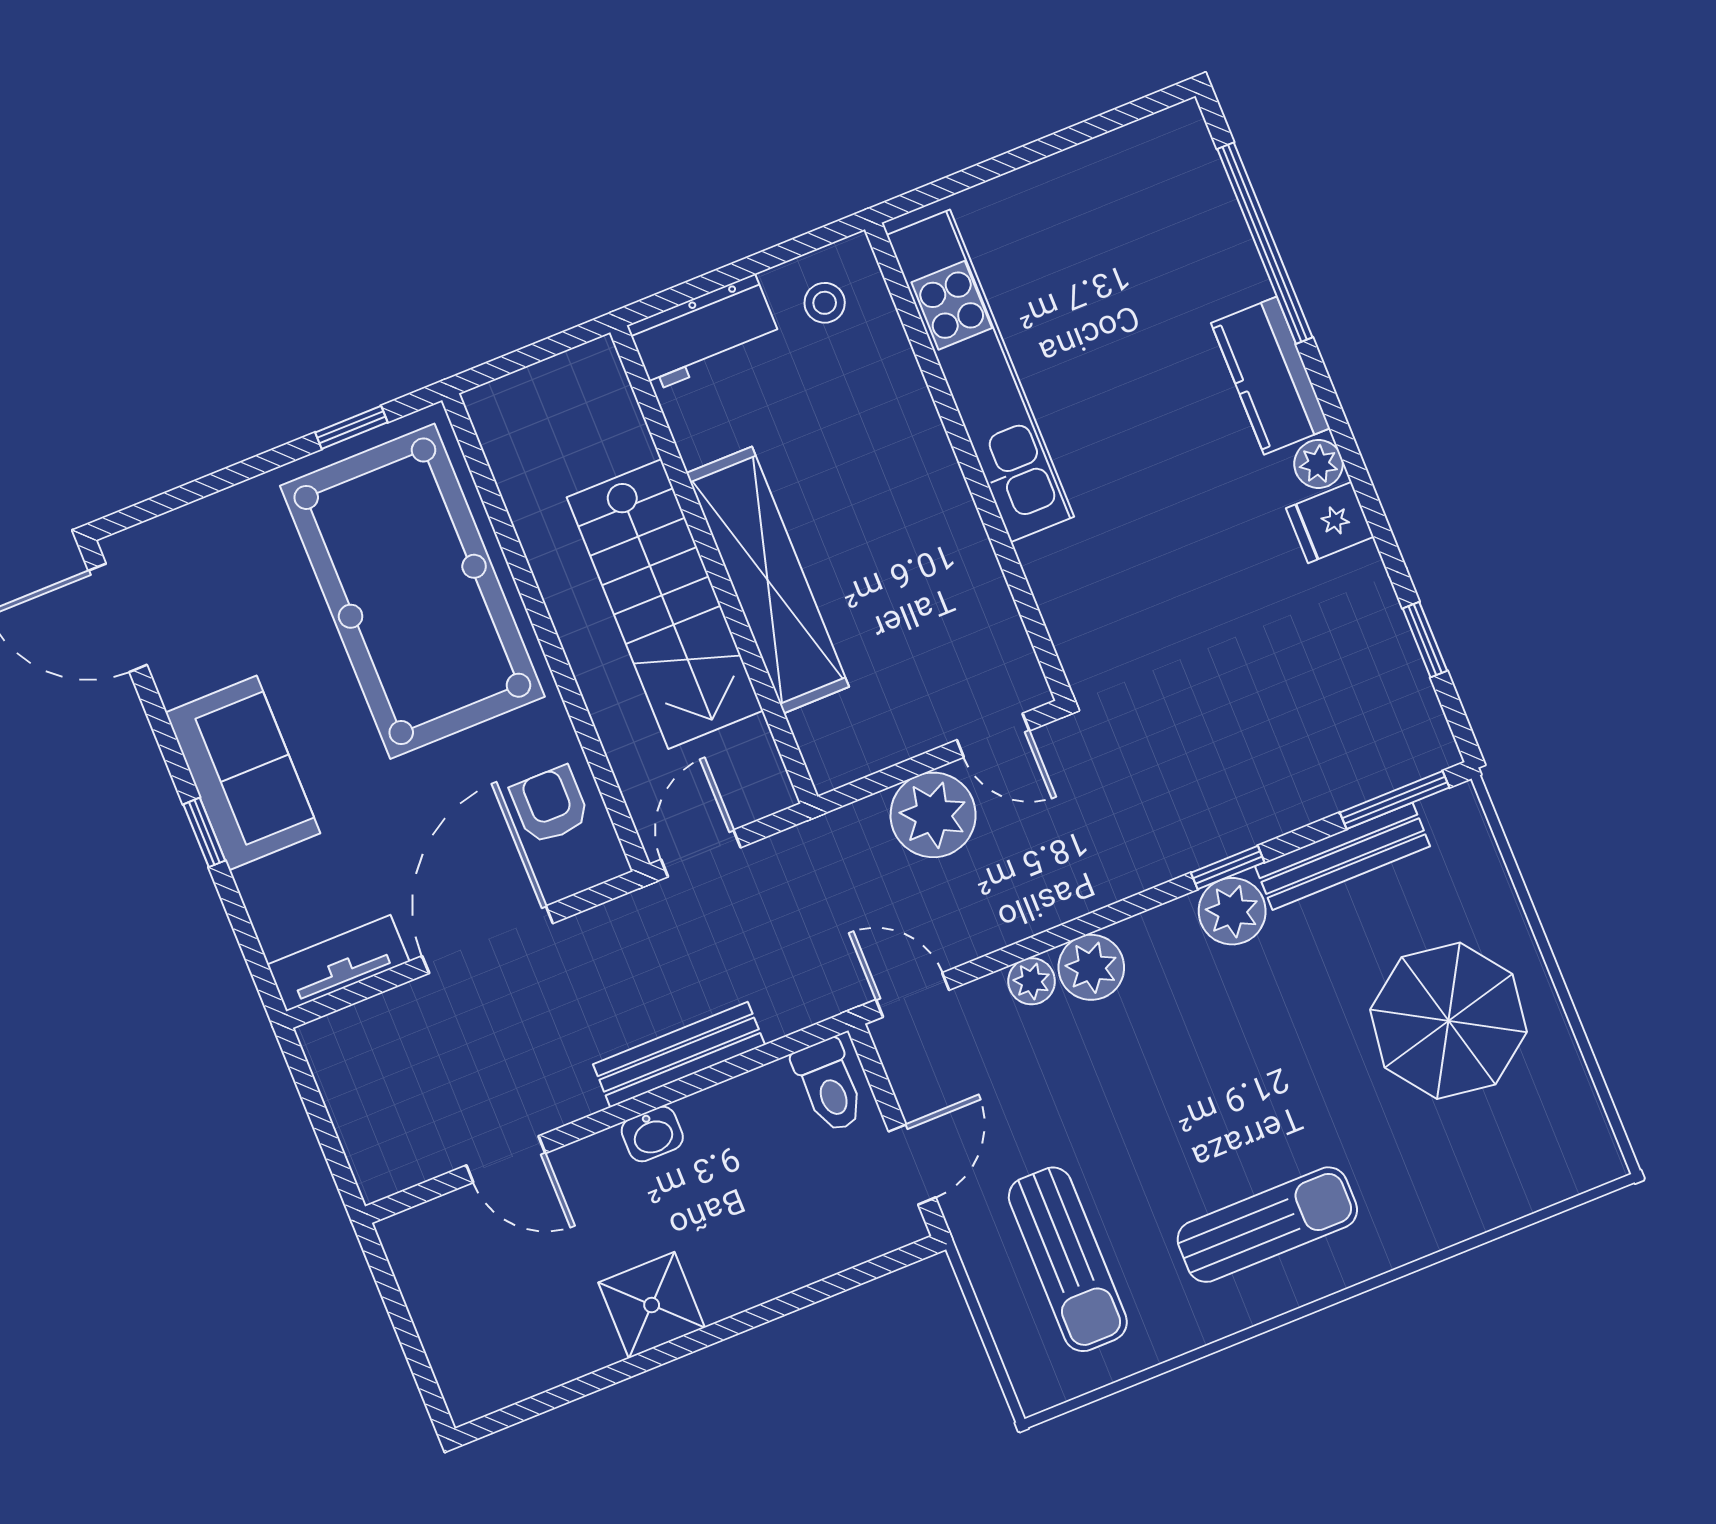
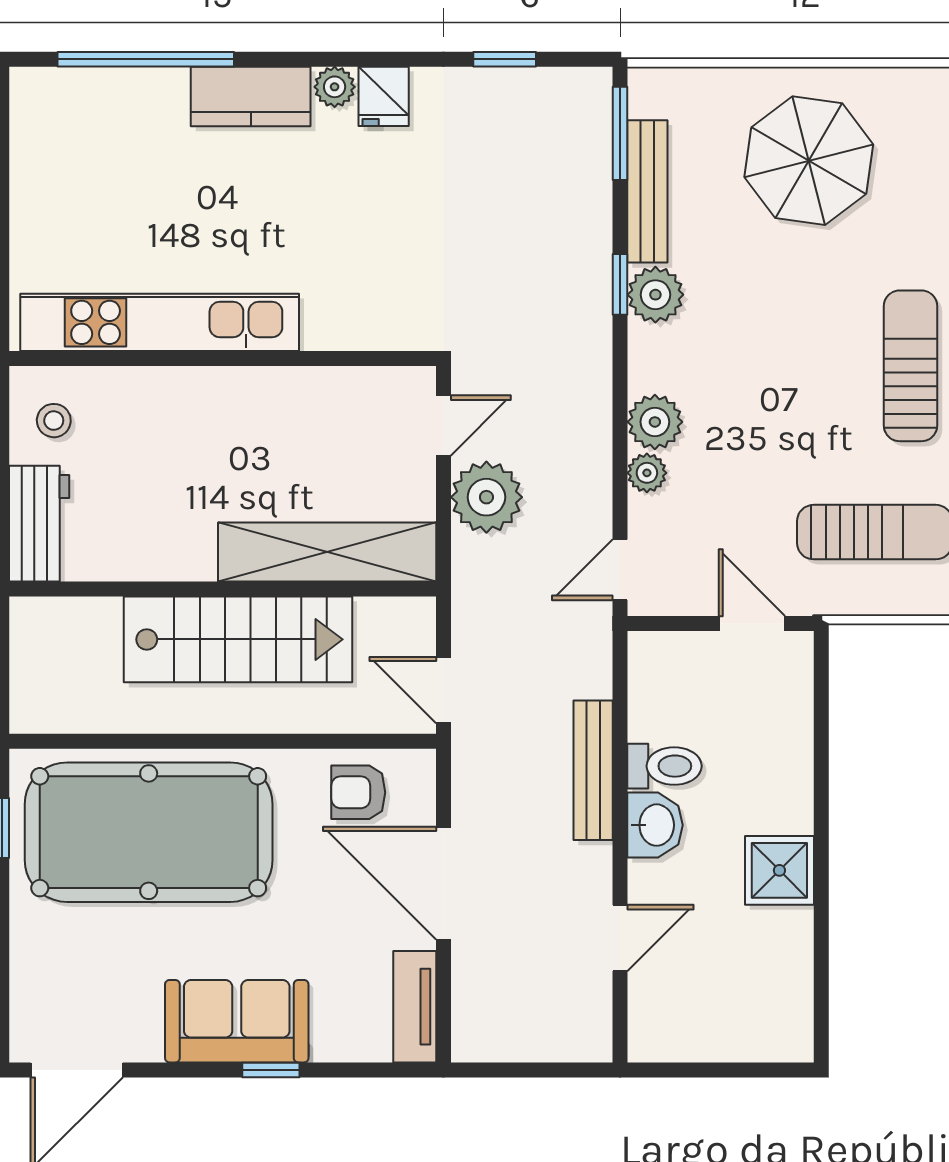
shelving: (768, 580) -> (327, 552), moved
toilet: (829, 1086) -> (664, 766), moved
washbasin: (652, 1134) -> (655, 825), width x1.38, depth x1.45

